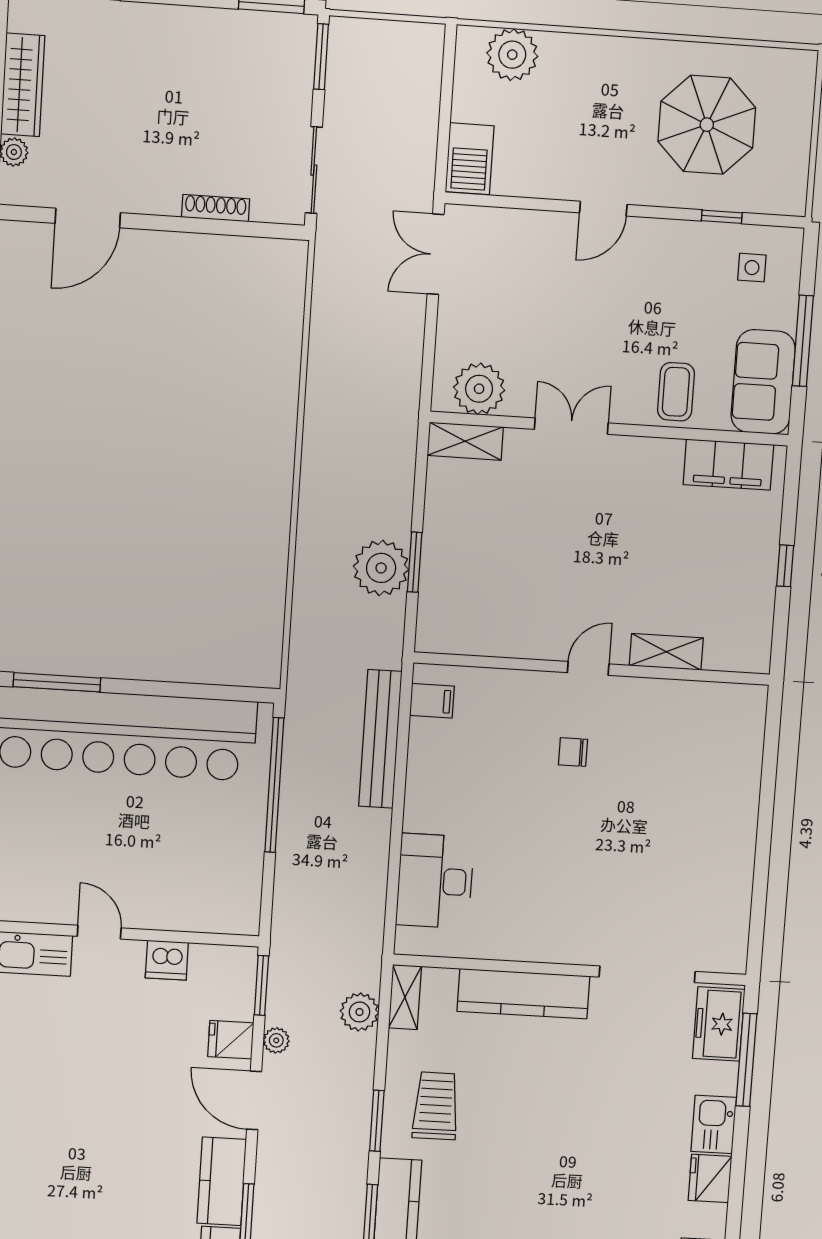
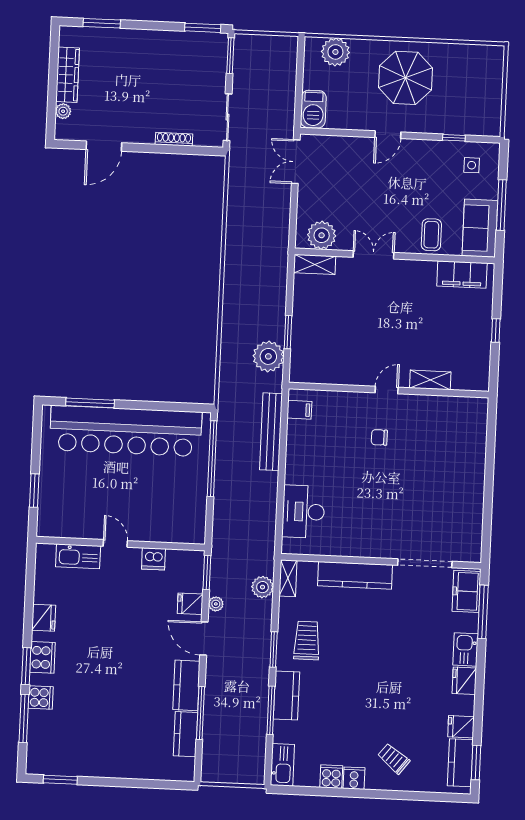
parasol: (707, 125) -> (406, 78), moved
plant: (381, 568) -> (268, 356), moved

